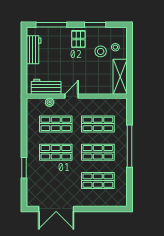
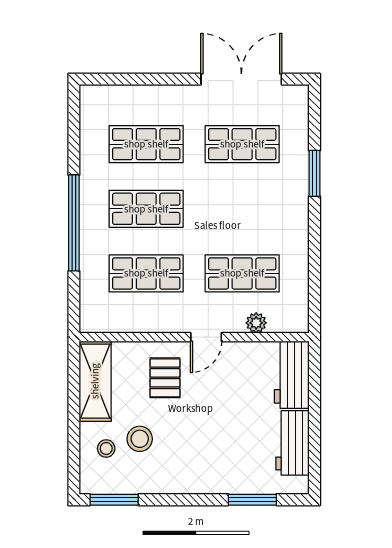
window: (51, 25) -> (252, 500), width x0.69
window: (95, 25) -> (114, 500), moved
pallet: (78, 39) -> (165, 378), moved
workbench: (46, 87) -> (292, 375), moved, turned 90
shop shelf: (56, 152) -> (242, 144), moved

